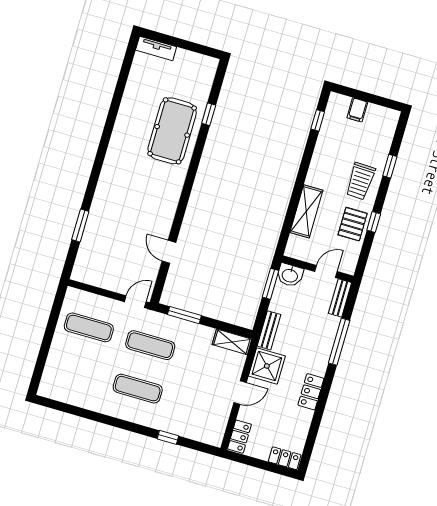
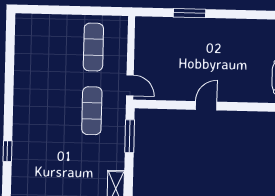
door: (169, 252) -> (206, 106), moved
exercise mat: (138, 389) -> (47, 110), removed

